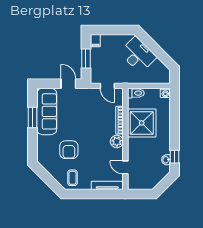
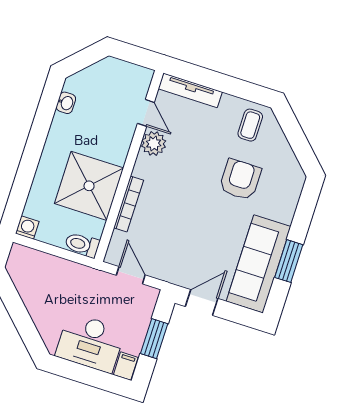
desk: (138, 55) -> (90, 343), moved, turned -45
door: (68, 84) -> (202, 302), swing flipped
plant: (117, 141) -> (154, 144), moved
window: (175, 157) -> (48, 104), removed

